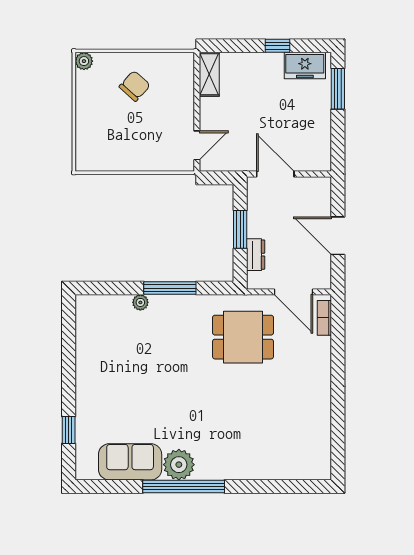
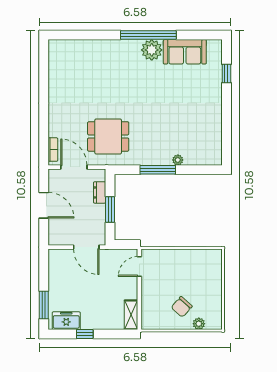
plant: (84, 61) -> (199, 324), moved

